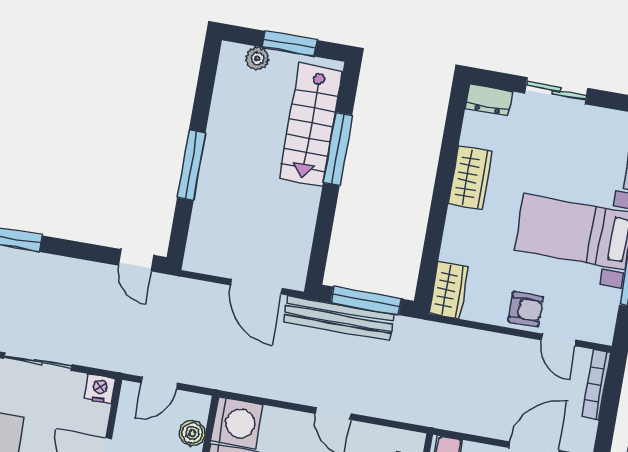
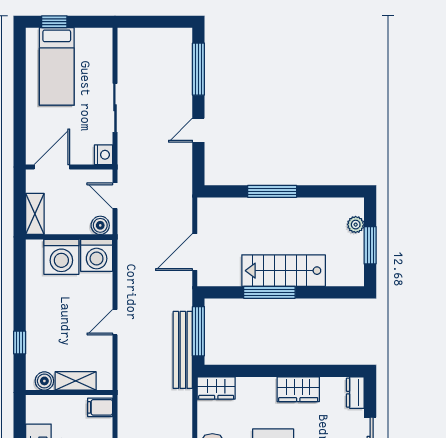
stairs: (311, 125) -> (284, 271), moved
window: (338, 149) -> (269, 292), moved
door: (136, 260) -> (198, 130), moved
bench: (339, 318) -> (183, 350), moved
boiler: (192, 433) -> (100, 225), moved

